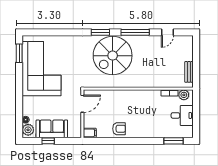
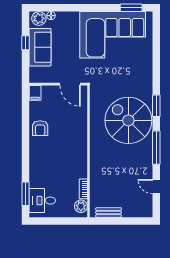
desk: (182, 115) -> (42, 201), moved, turned 90

